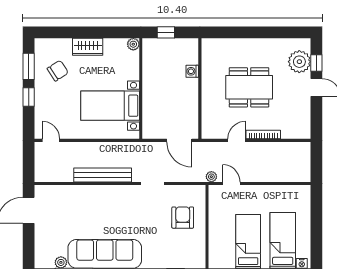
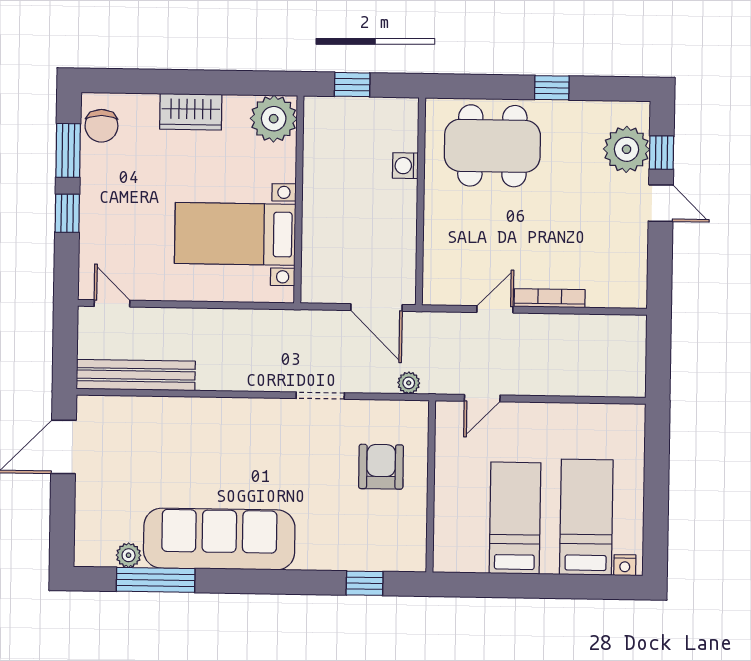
window: (263, 32) -> (552, 88), added
plant: (133, 44) -> (274, 119), width x1.87, depth x1.87
chair: (58, 71) -> (101, 126), moved, turned 123
dining table: (249, 87) -> (492, 146), moved
bench: (103, 175) -> (136, 375), moved
plant: (211, 177) -> (409, 383), moved
door: (231, 184) -> (482, 398), swing flipped

